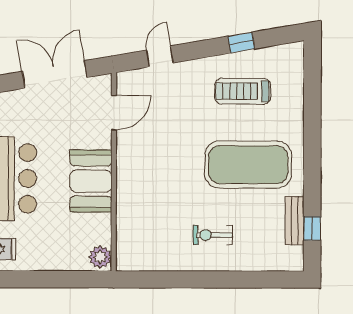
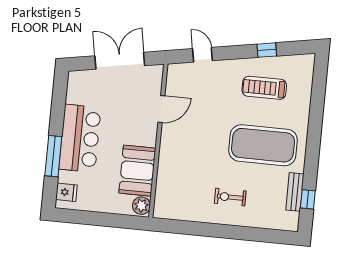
door: (160, 56) -> (203, 55), hinge flipped
door: (114, 113) -> (161, 109), moved
booth: (91, 181) -> (137, 171), moved

